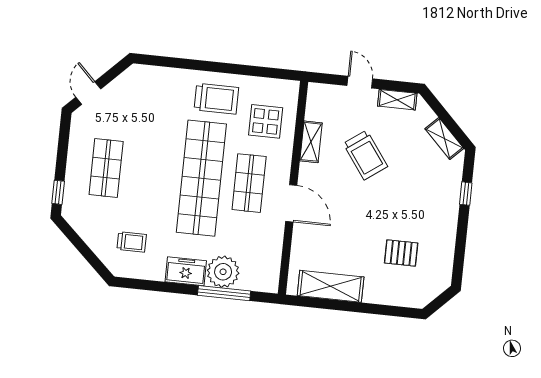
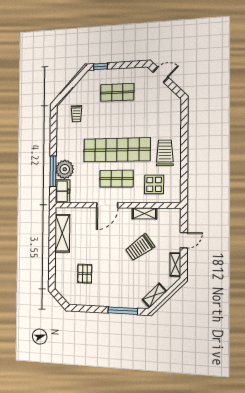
trolley: (216, 99) -> (165, 153), turned 180
window: (466, 194) -> (123, 311), width x2.17
freezer: (186, 271) -> (63, 191), moved

